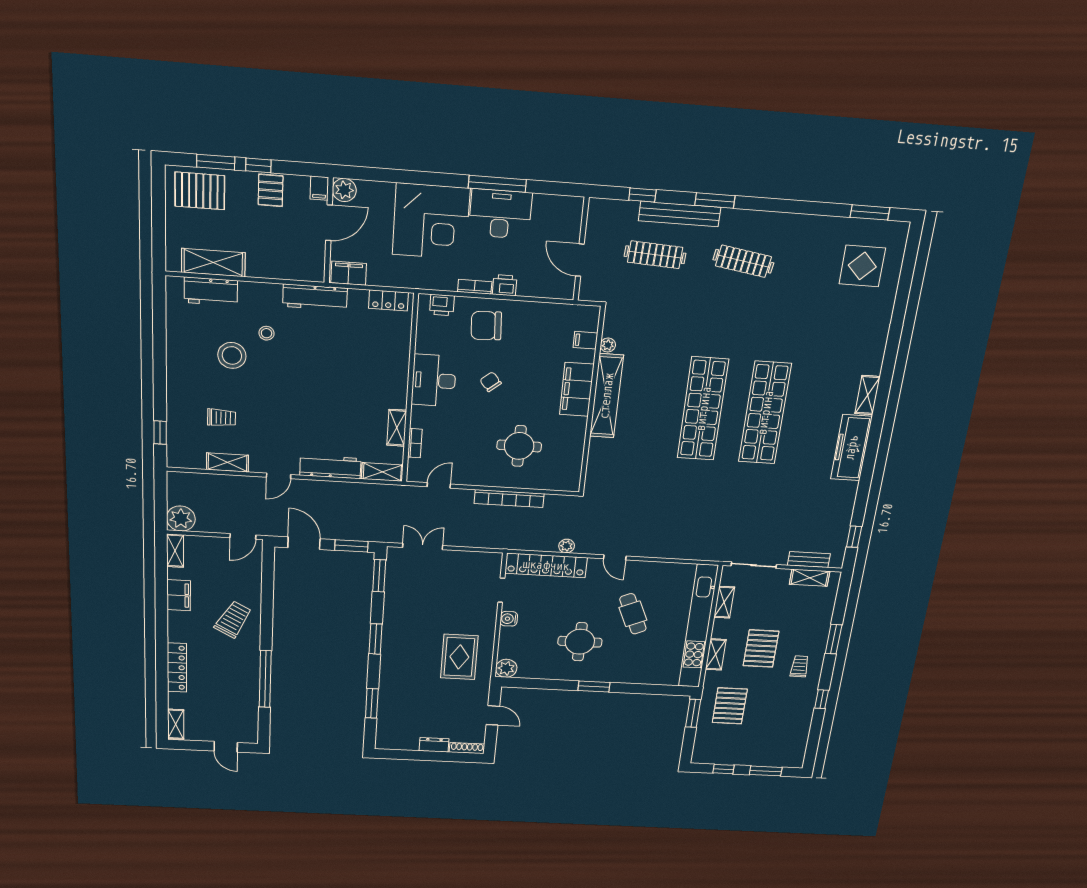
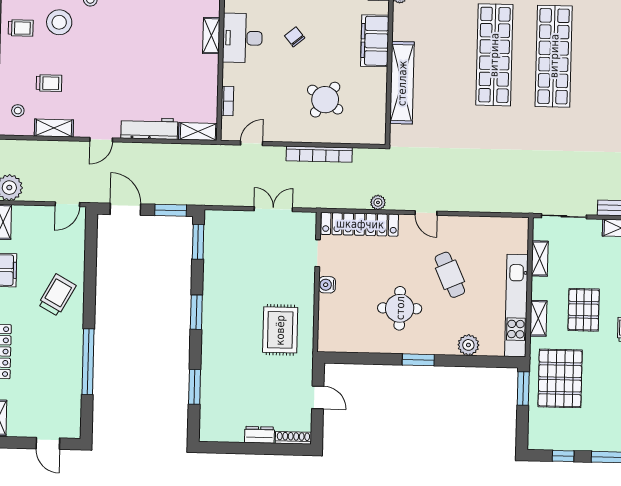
trolley: (189, 360) -> (21, 28), added
shelving: (606, 396) -> (402, 83), moved
shelving: (397, 428) -> (211, 36), moved
stool: (188, 444) -> (18, 111), added
round table: (519, 446) -> (325, 100), turned 36
double door: (423, 546) -> (273, 209), moved
kitchen unit: (698, 627) -> (516, 306), width x0.73
plant: (506, 668) -> (468, 345), moved
pallet: (730, 706) -> (560, 378), width x1.37, depth x1.41

